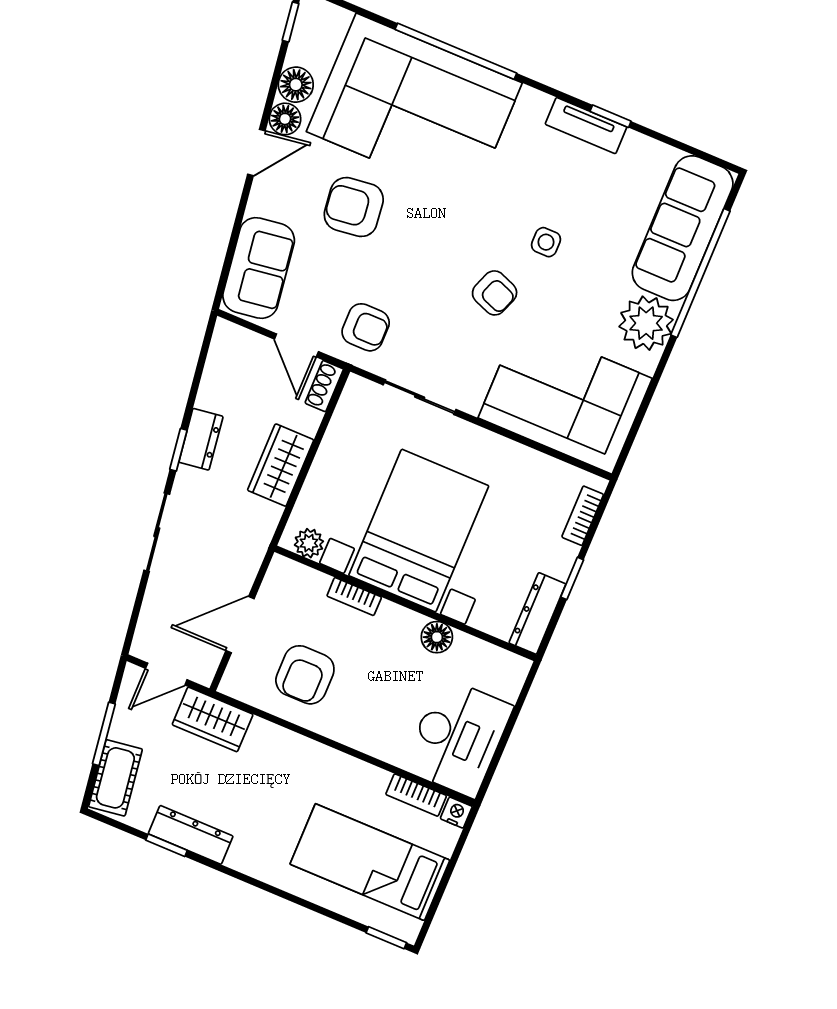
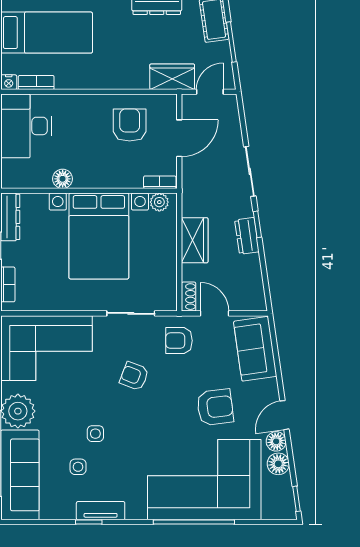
side table: (592, 204) -> (78, 467), added
armchair: (495, 293) -> (134, 376), moved
bookcase: (354, 597) -> (160, 182), moved

